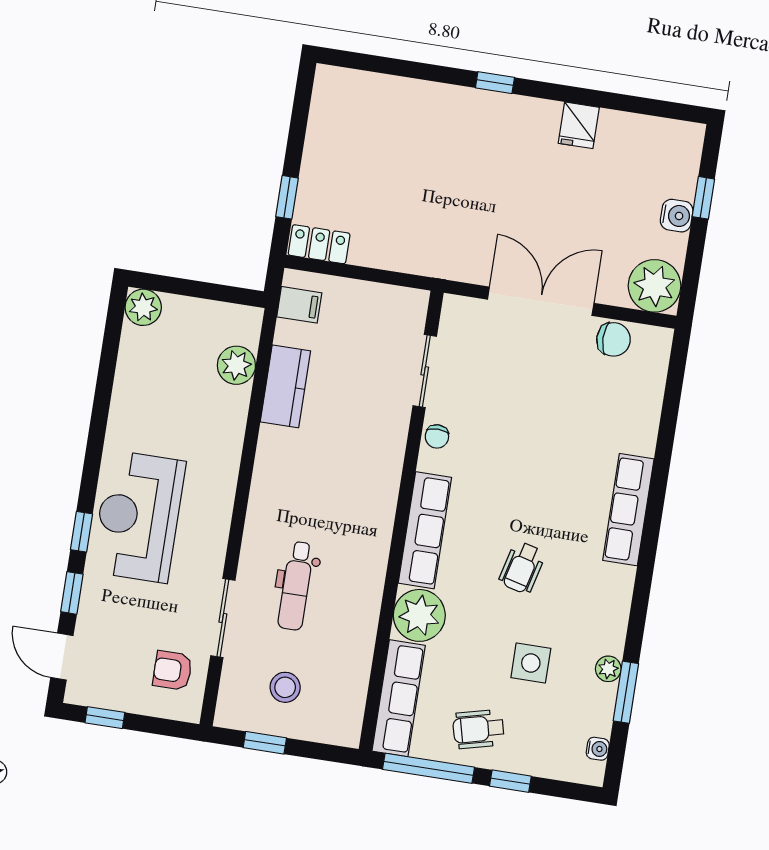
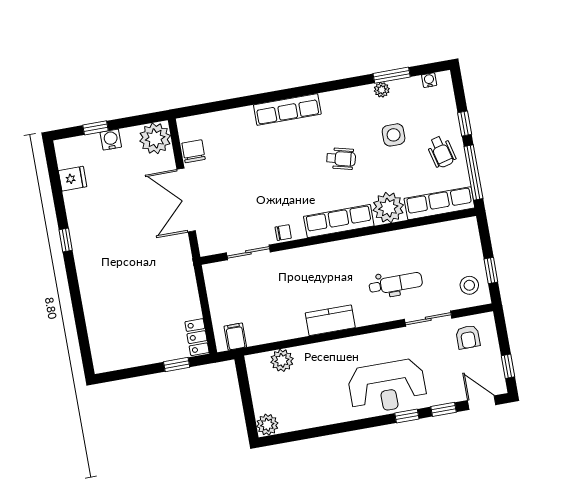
window: (495, 83) -> (66, 240), moved
fridge: (579, 125) -> (73, 179), moved
kitchen counter: (285, 386) -> (330, 320), moved
door: (62, 657) -> (482, 403), swing flipped
stool: (285, 687) -> (469, 285), moved

